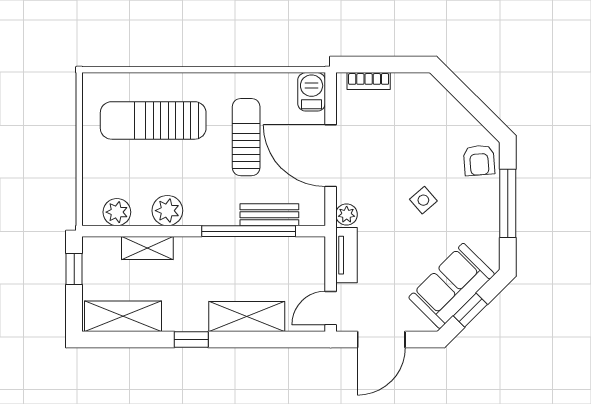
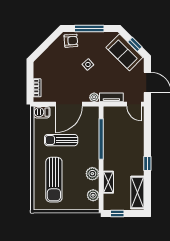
bench: (269, 215) -> (94, 130), removed
shelving: (247, 316) -> (138, 140), removed

